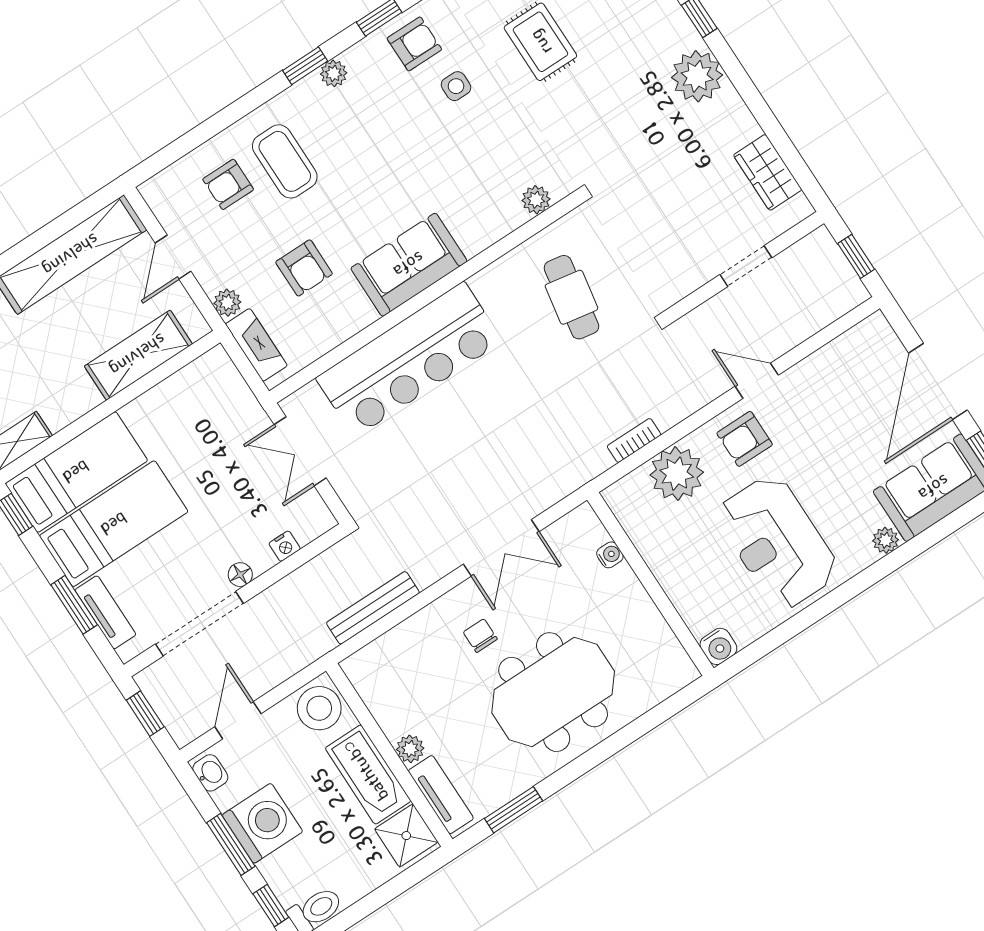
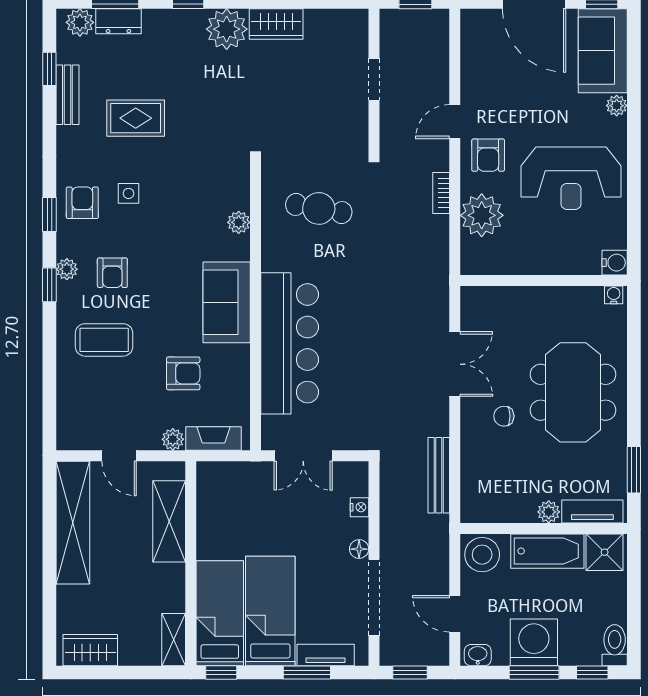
wardrobe: (768, 172) -> (276, 24), moved
armchair: (228, 184) -> (112, 273), moved
plant: (536, 200) -> (239, 222), moved
bookcase: (634, 440) -> (441, 193), moved
water cooler: (610, 555) -> (614, 295), moved

